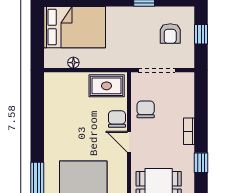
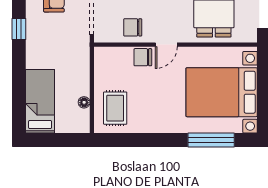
bed: (75, 27) -> (40, 101), width x0.67
rug: (107, 86) -> (115, 108), moved

